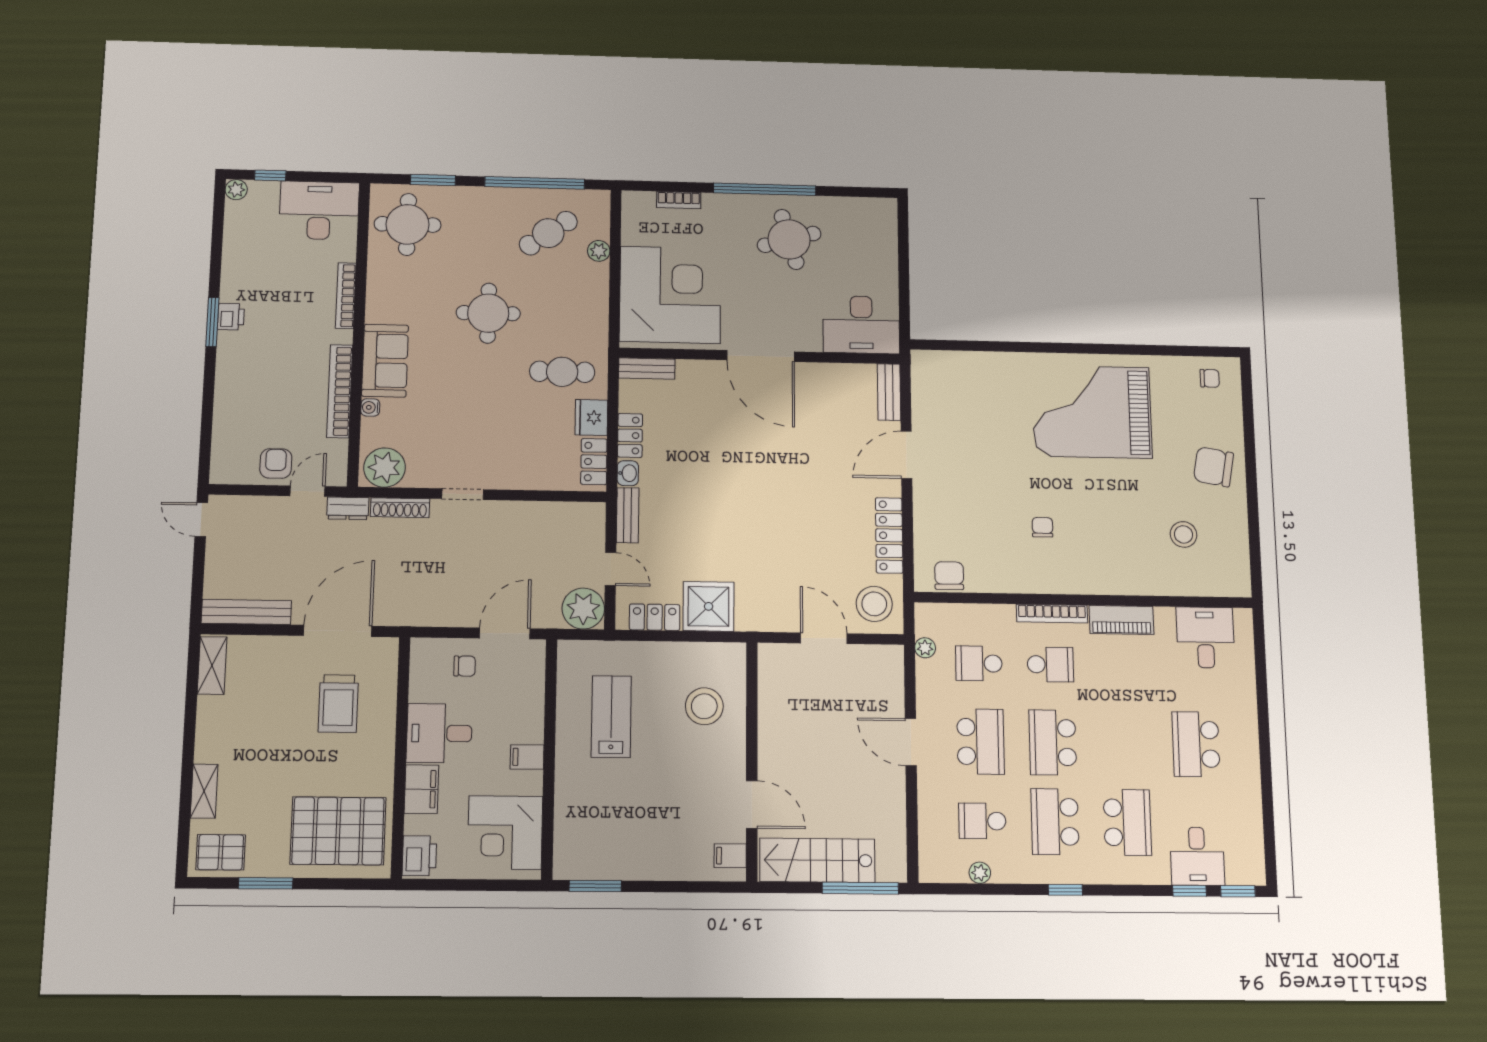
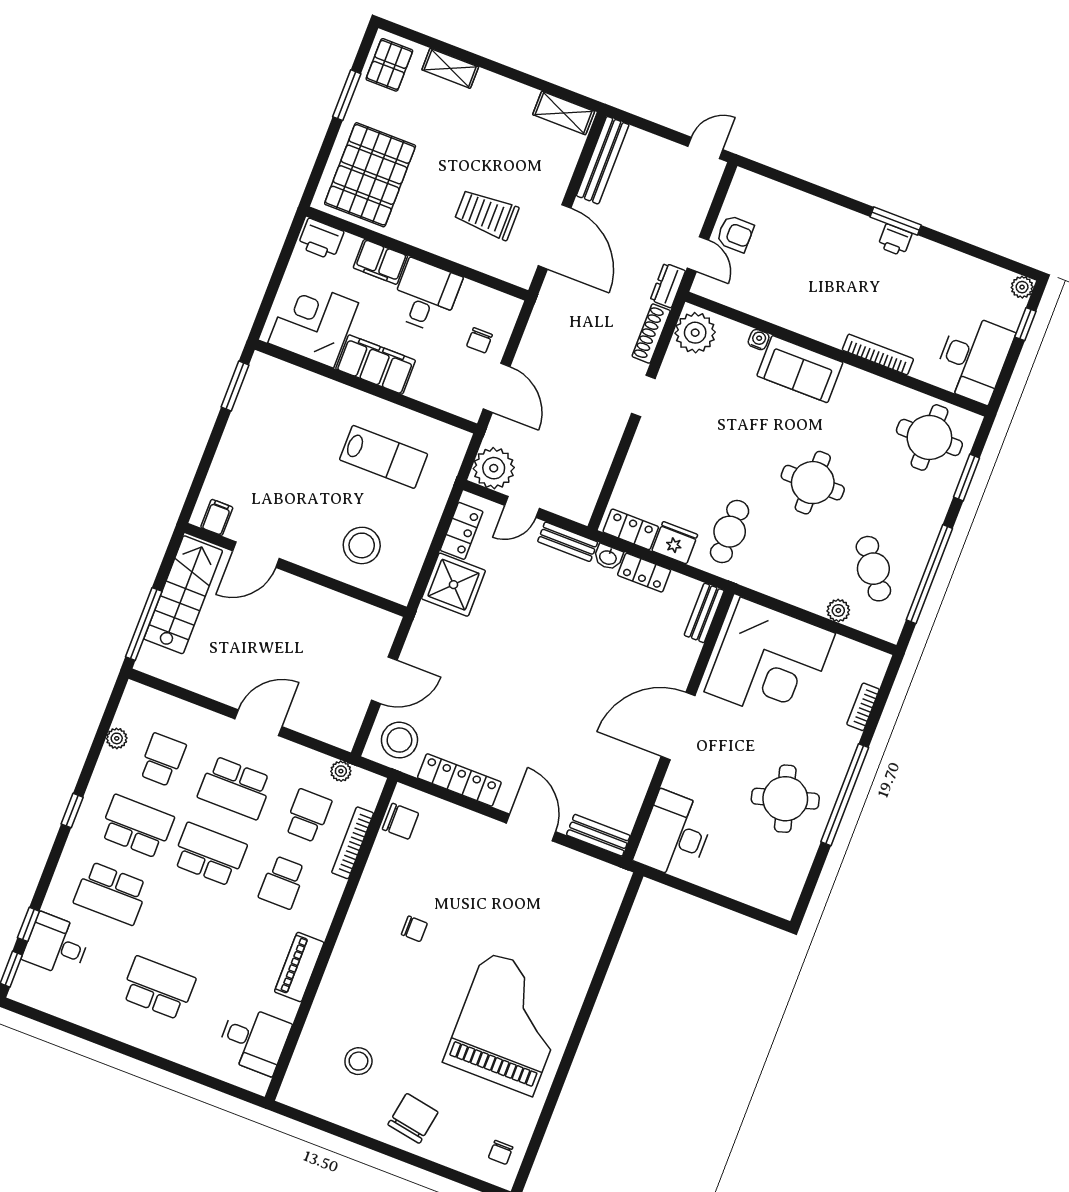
bookcase: (340, 391) -> (785, 317), removed
bookcase: (1052, 614) -> (353, 843), moved
filing cabinet: (527, 757) -> (376, 365), width x3.00, depth x1.17

